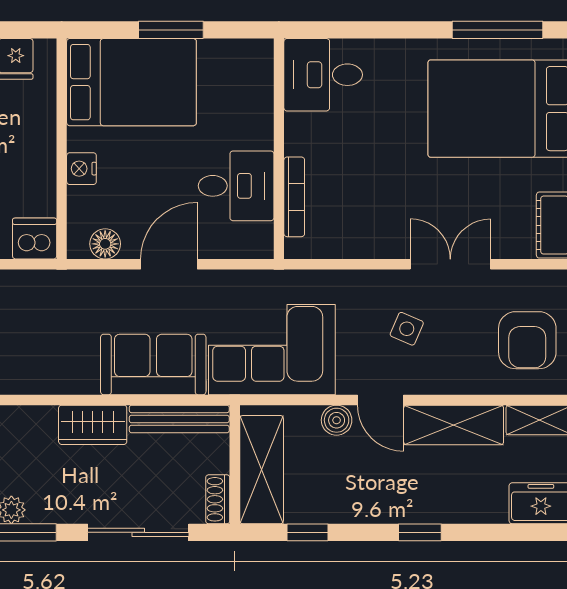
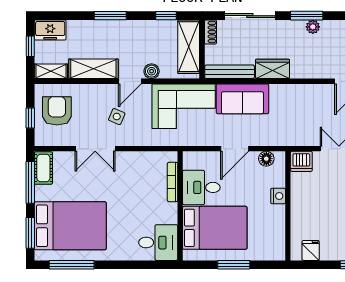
bed: (131, 82) -> (215, 228), moved, turned 180
door: (381, 400) -> (130, 81), swing flipped
window: (420, 532) -> (110, 16), width x1.50

